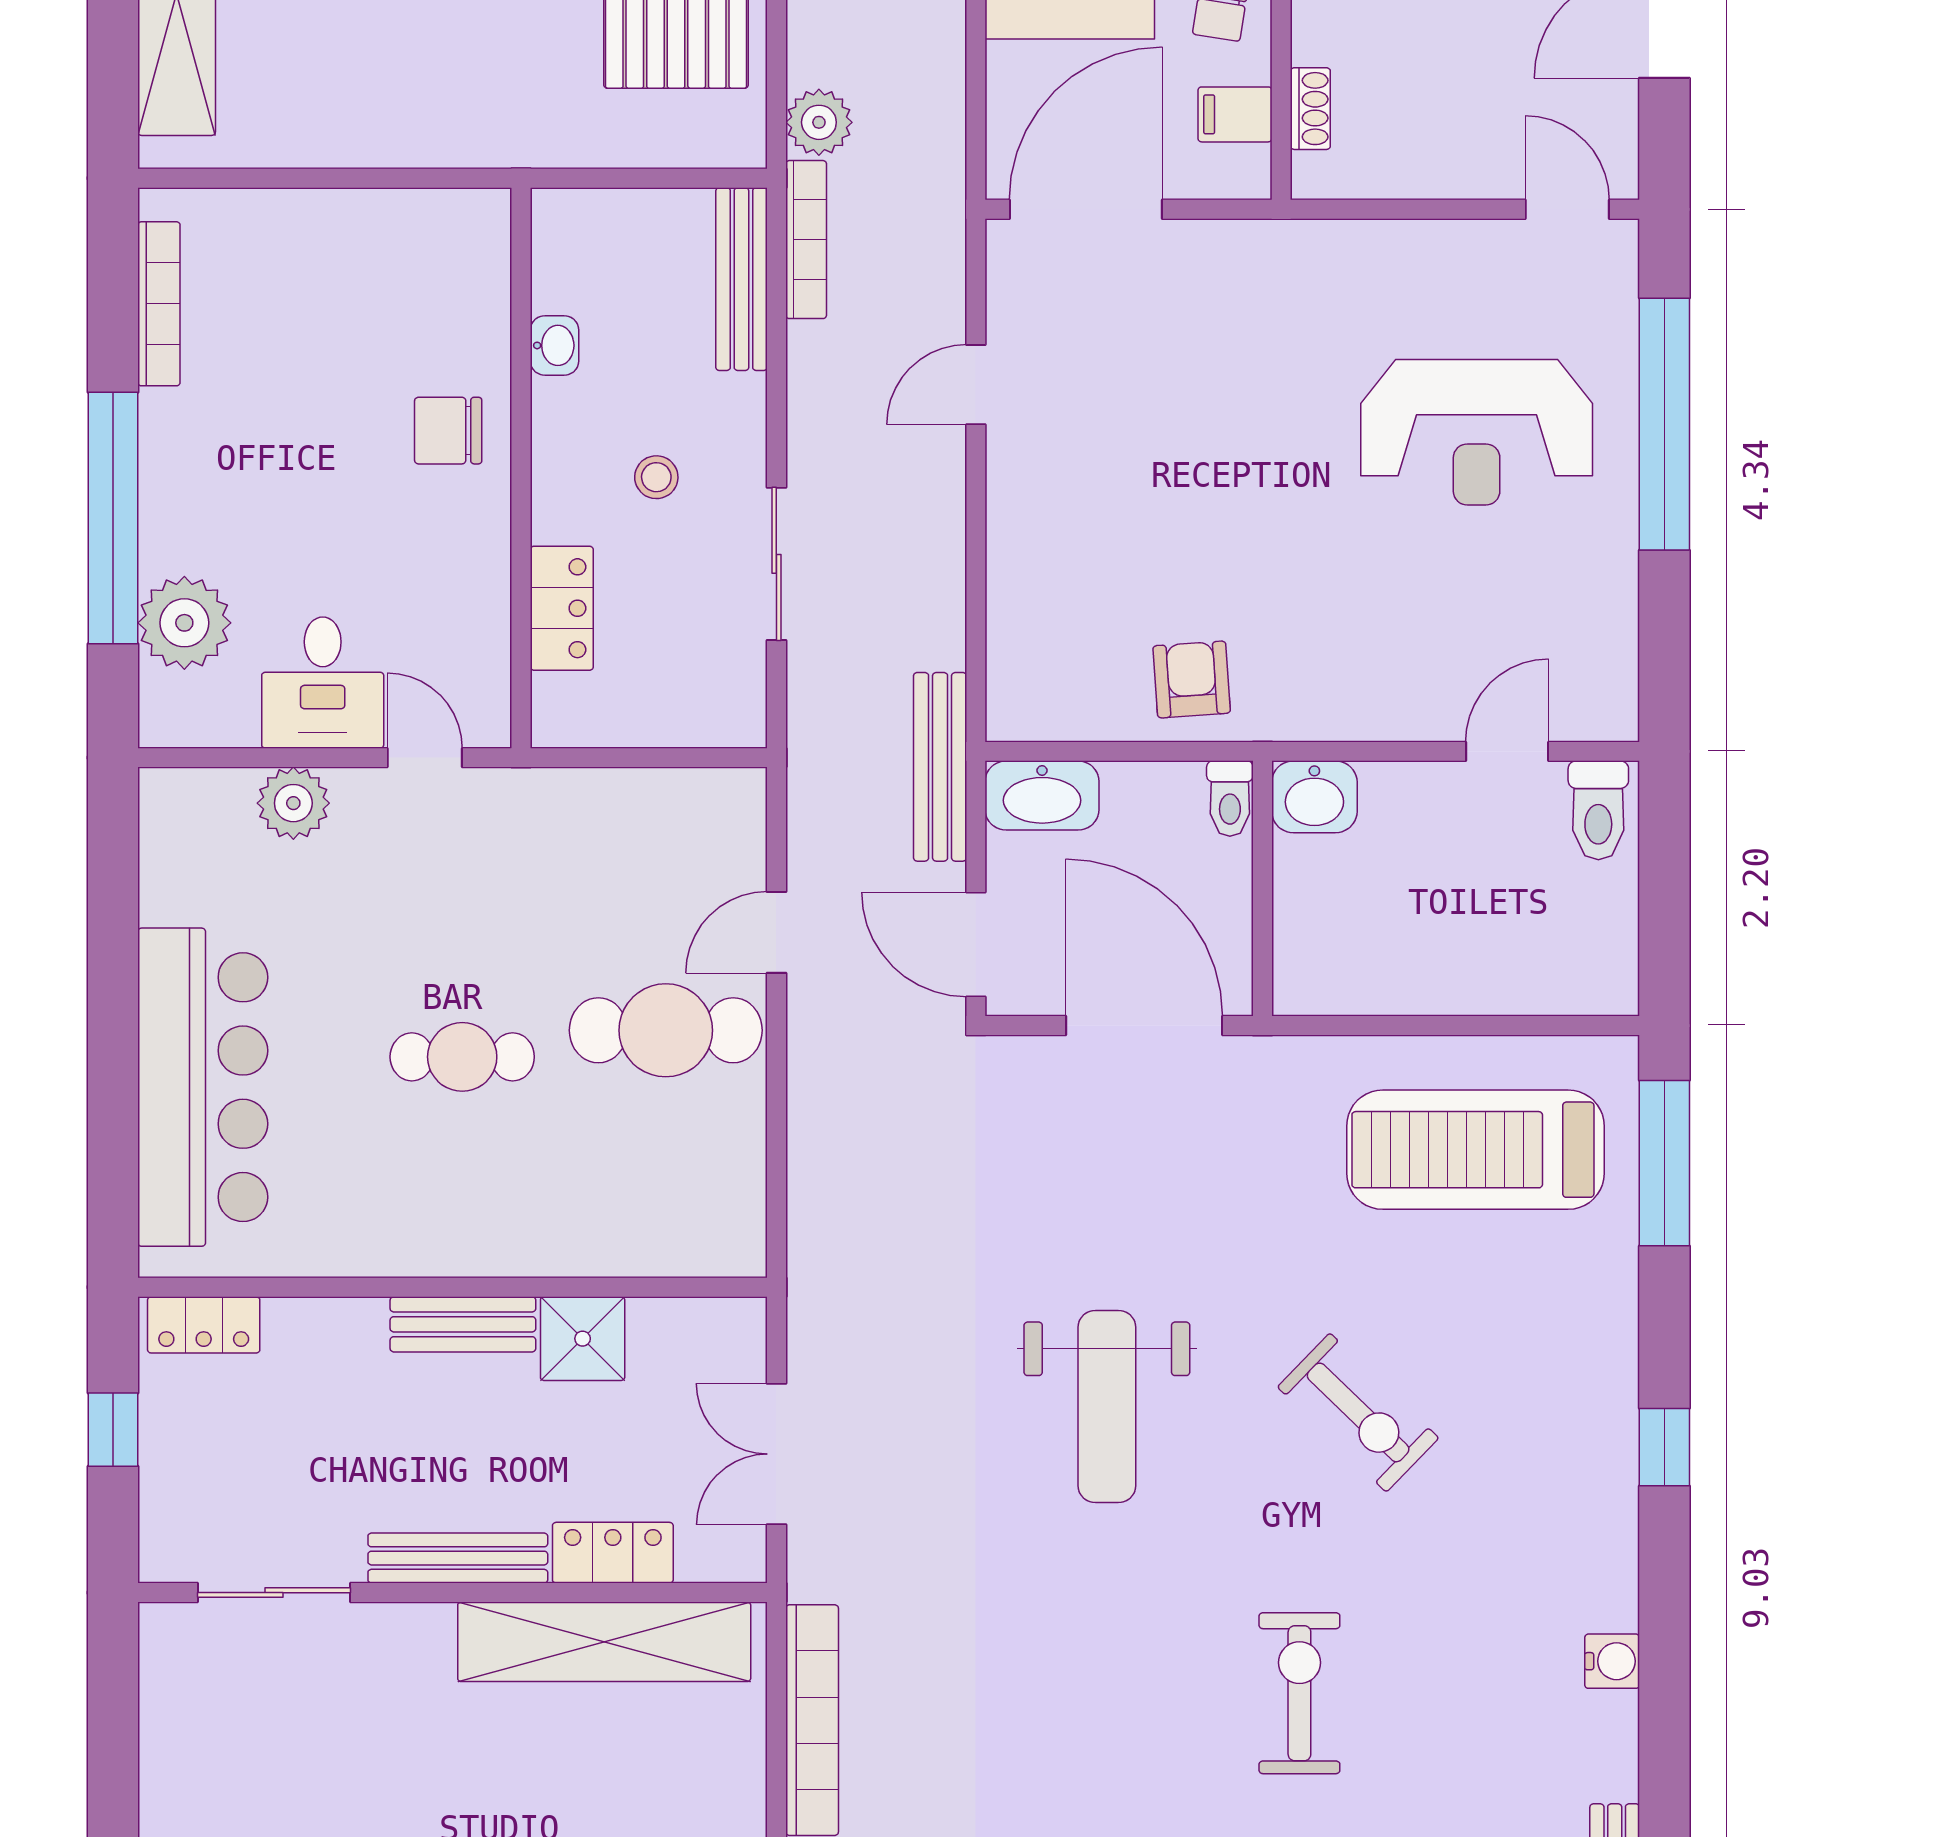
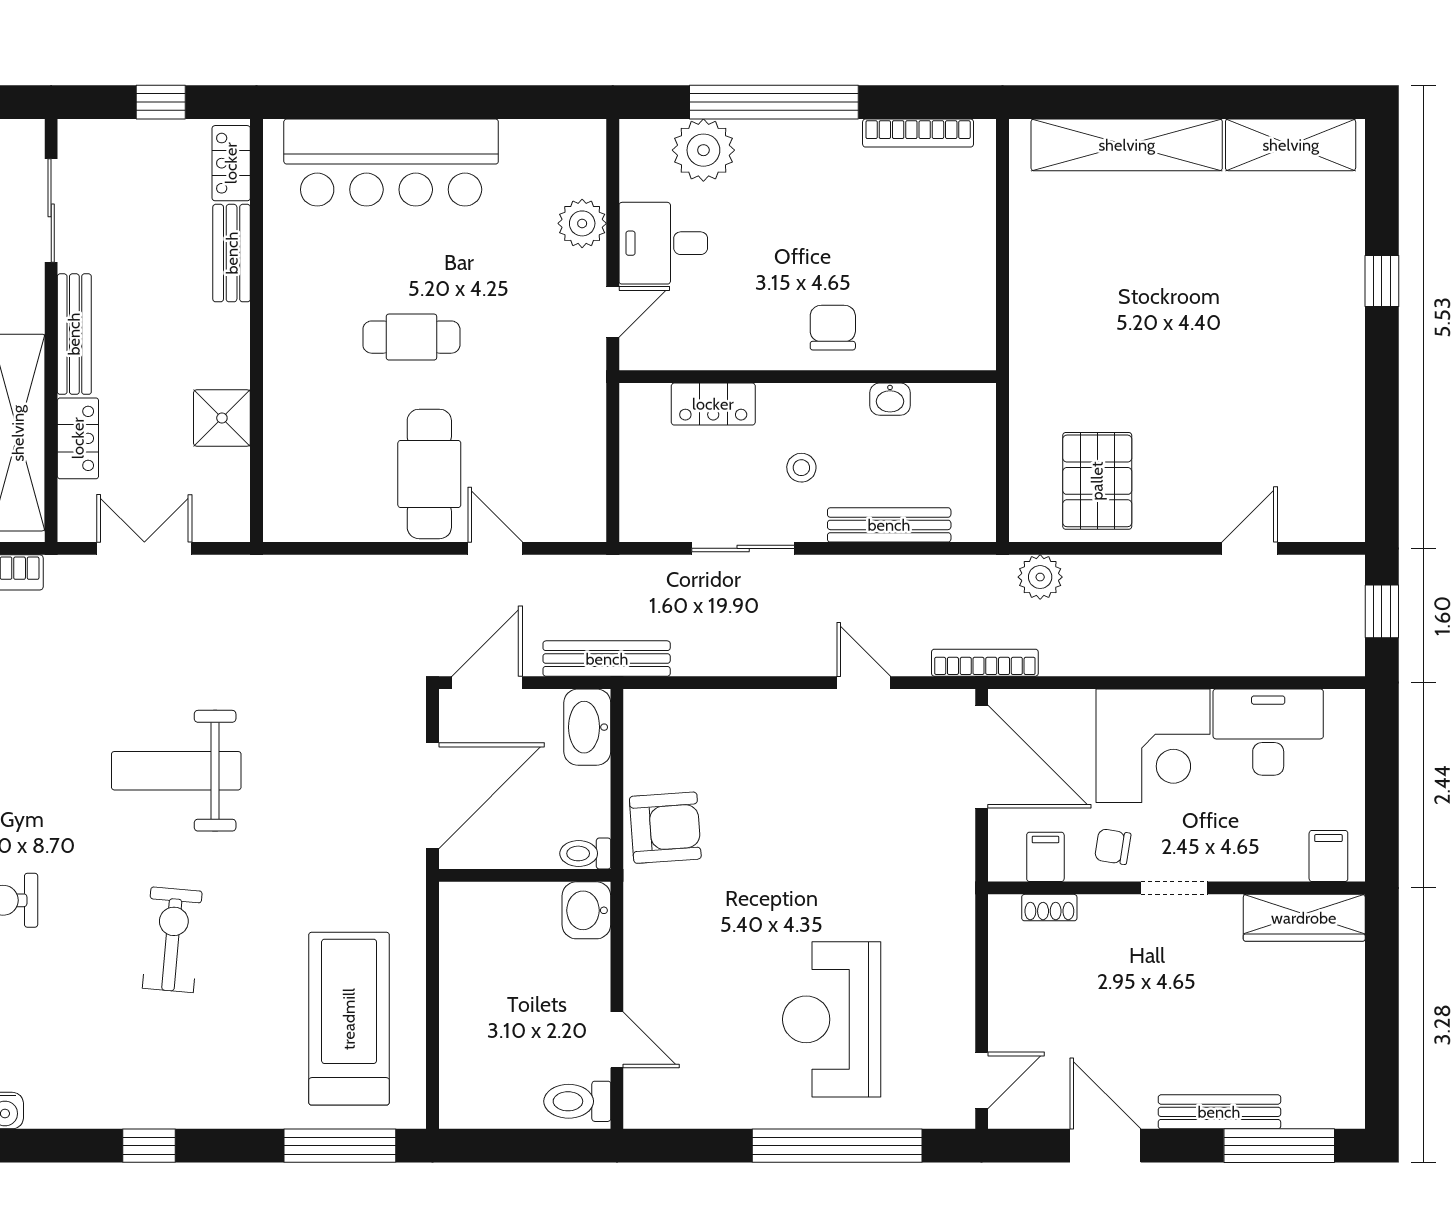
bookcase: (806, 240) -> (985, 663), moved, turned 180
bench: (741, 279) -> (889, 525), moved
armchair: (1192, 679) -> (665, 828), width x1.38, depth x1.38
cafe table: (462, 1057) -> (411, 337), turned 90
bench: (463, 1324) -> (232, 253), moved
exercise bike: (1358, 1412) -> (172, 940), turned 141

